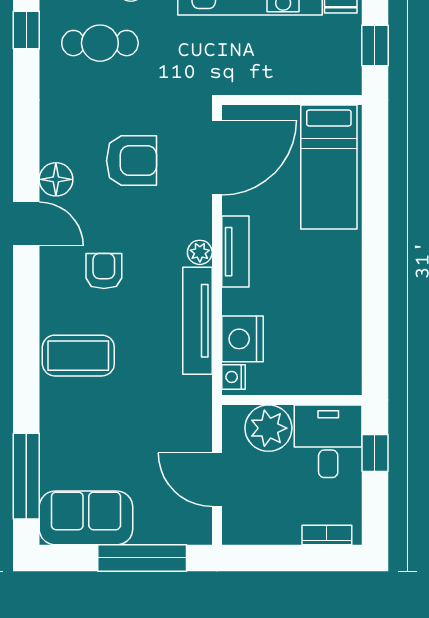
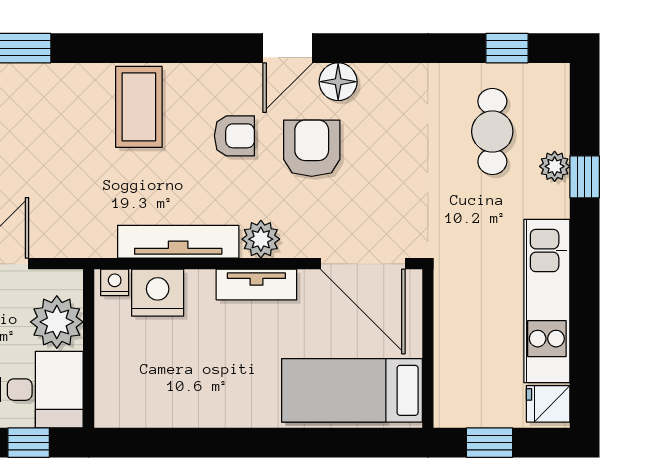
armchair: (131, 161) -> (312, 148), moved, turned 180
plant: (200, 252) -> (261, 239), width x1.38, depth x1.38

